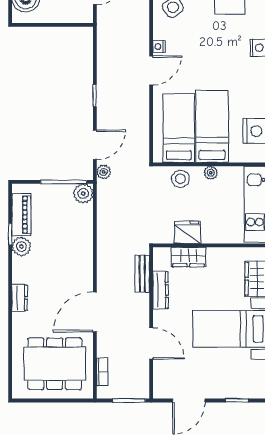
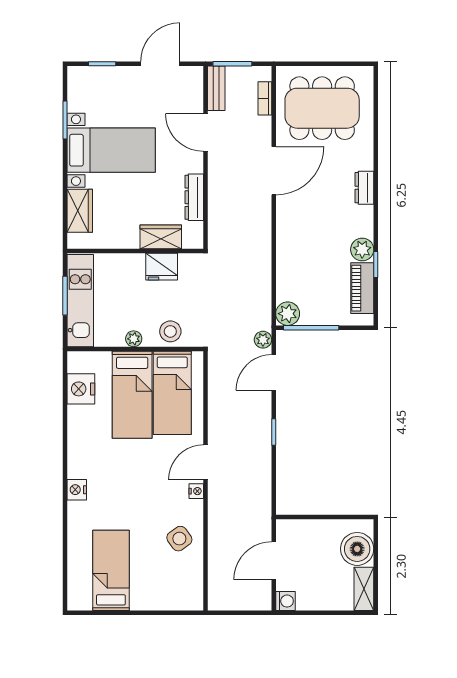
bench: (142, 274) -> (216, 88), moved

